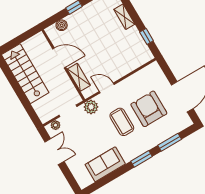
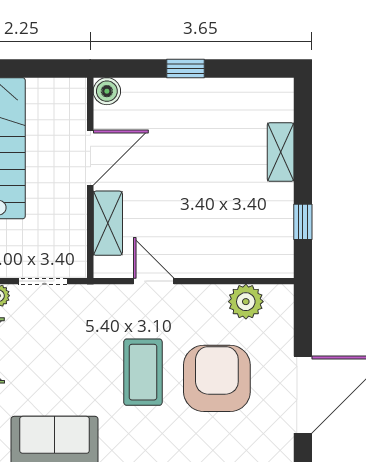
boiler: (62, 25) -> (107, 91), moved
door: (59, 58) -> (90, 158), hinge flipped
plant: (91, 107) -> (246, 302), moved

